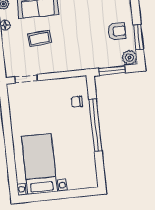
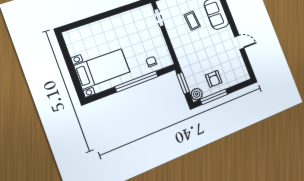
window: (138, 37) -> (214, 97), width x1.44
bed with nightstands: (39, 164) -> (102, 69), moved

